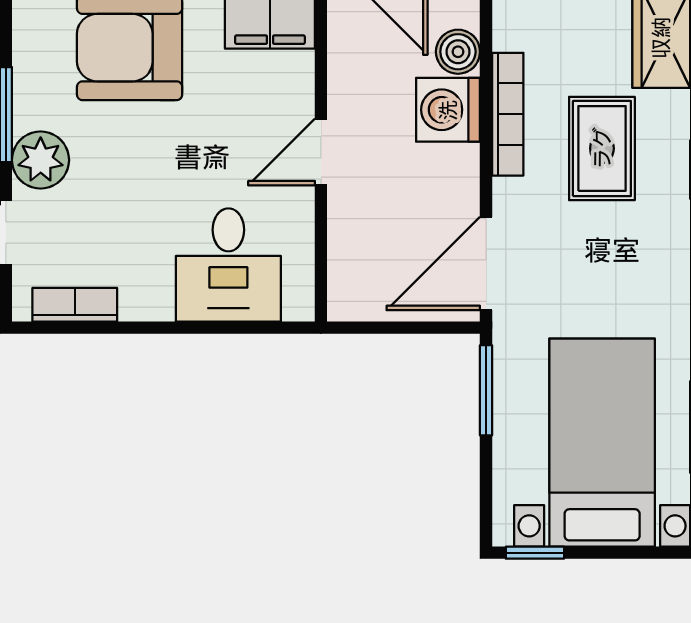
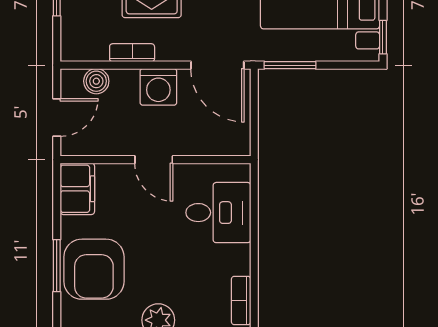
washing machine: (448, 110) -> (158, 87), moved
bookcase: (508, 114) -> (132, 53), width x0.64

